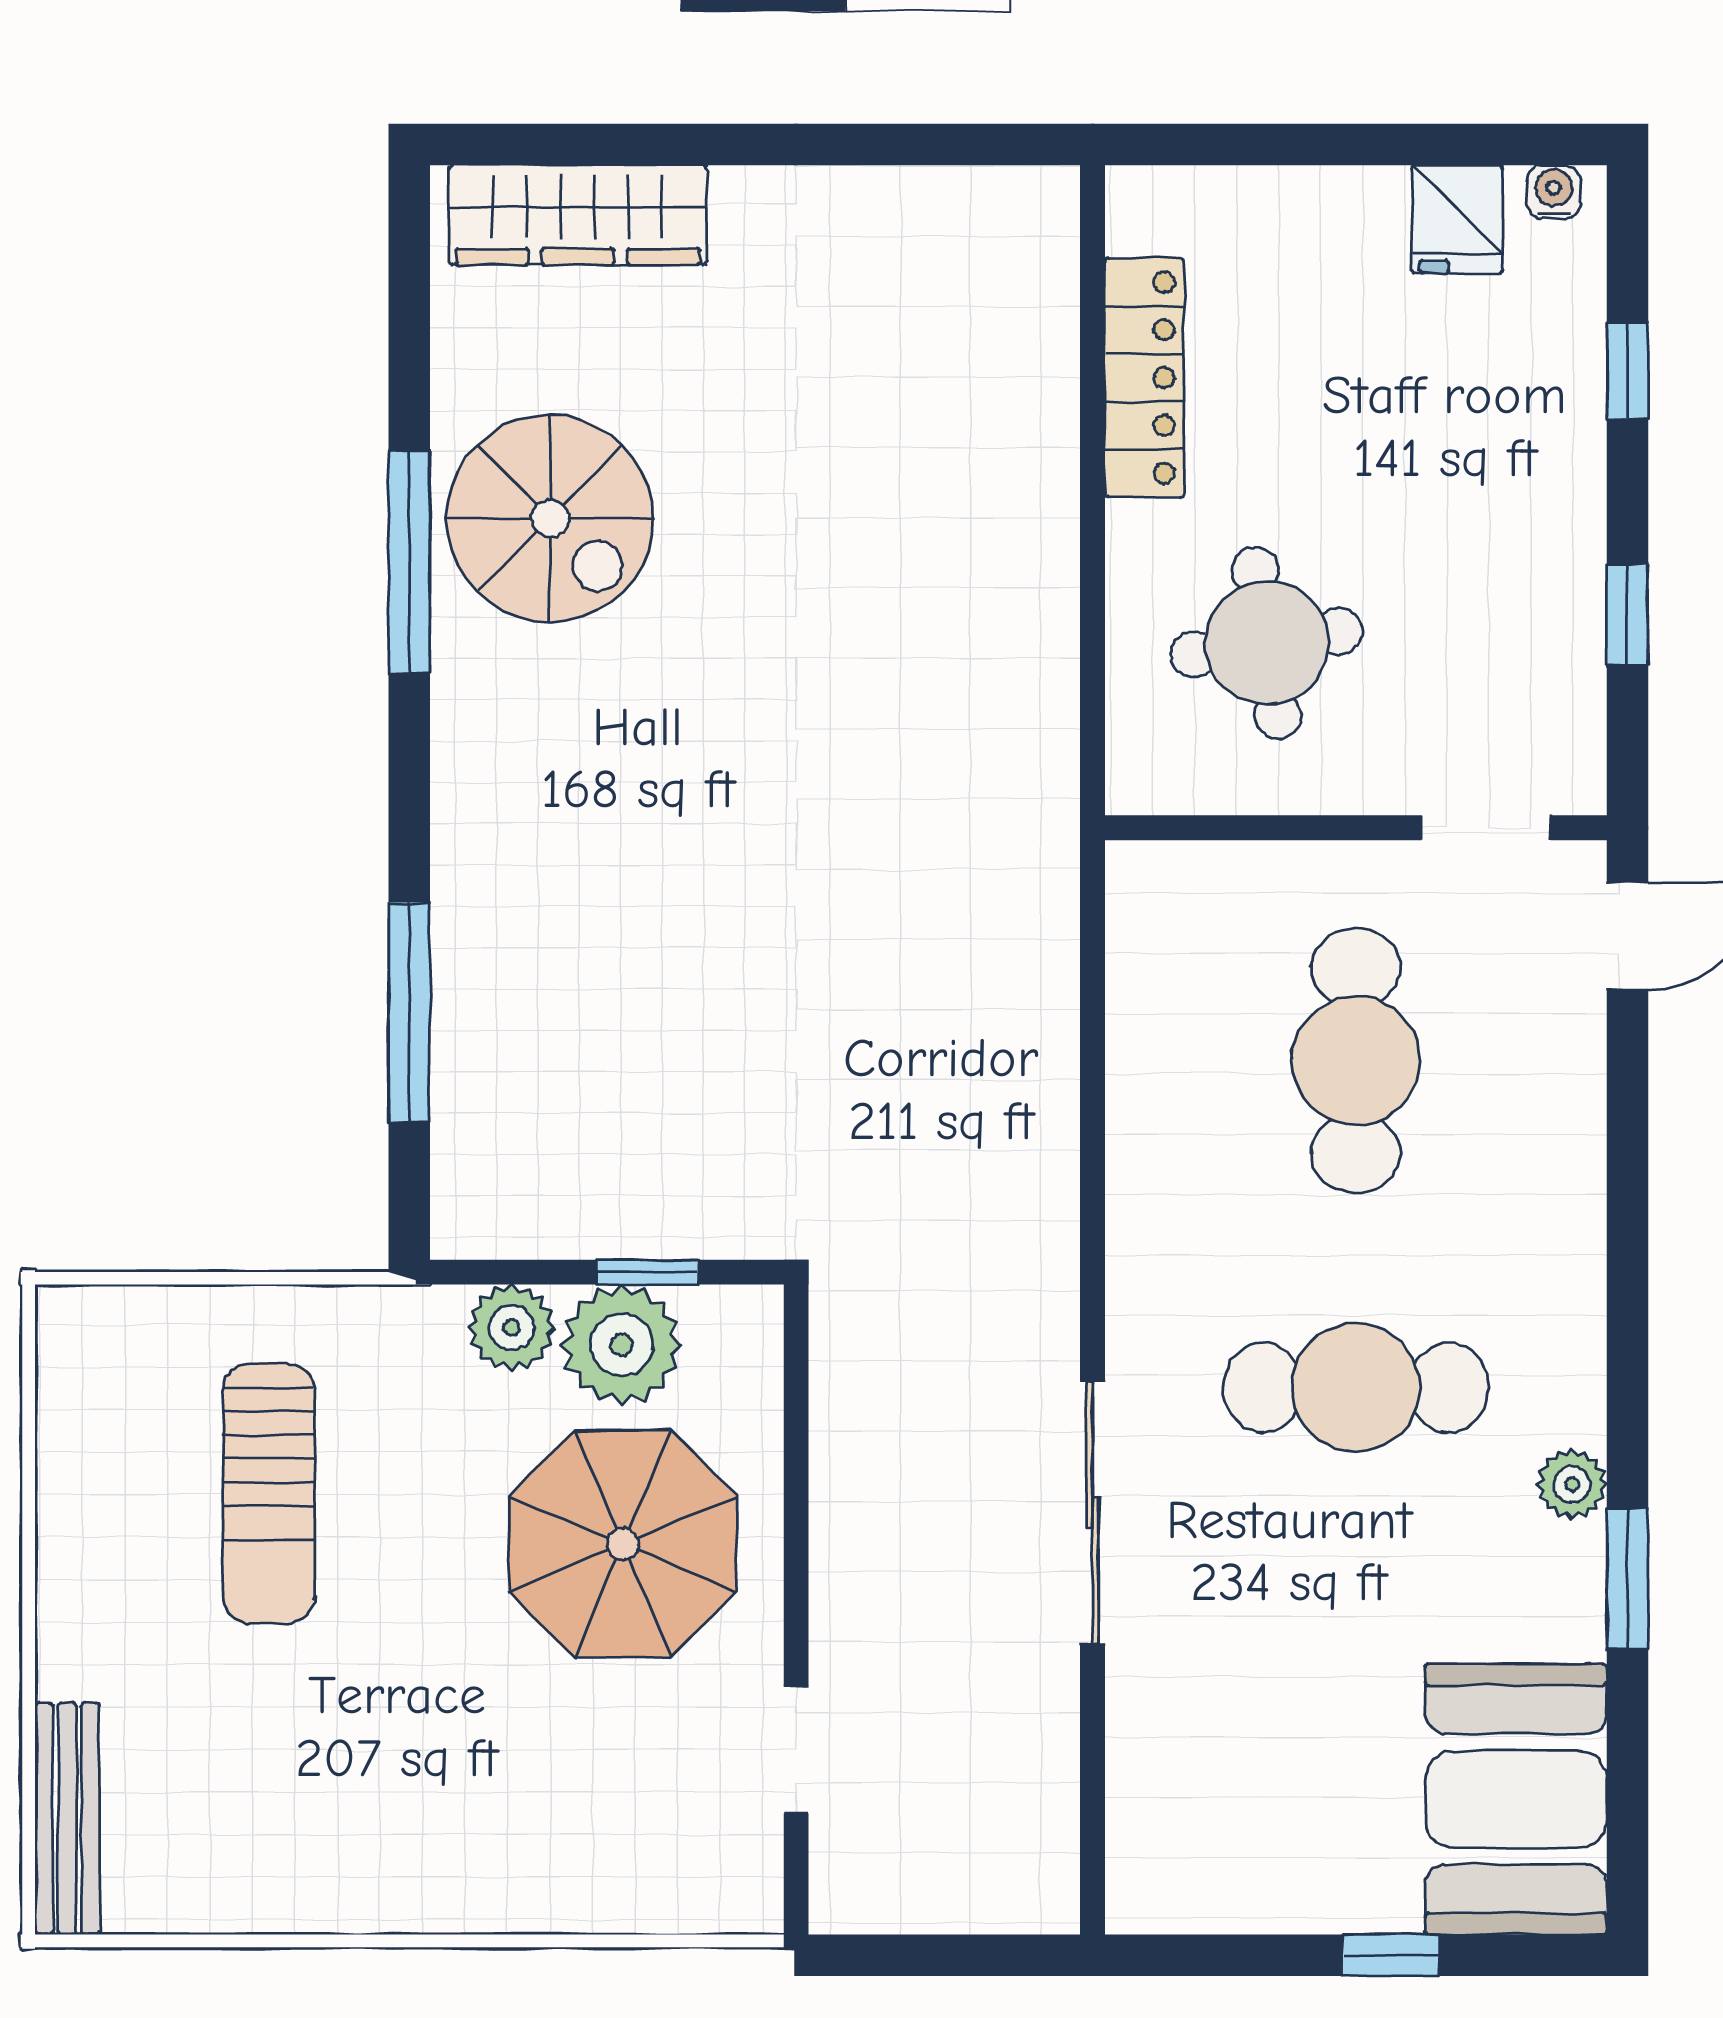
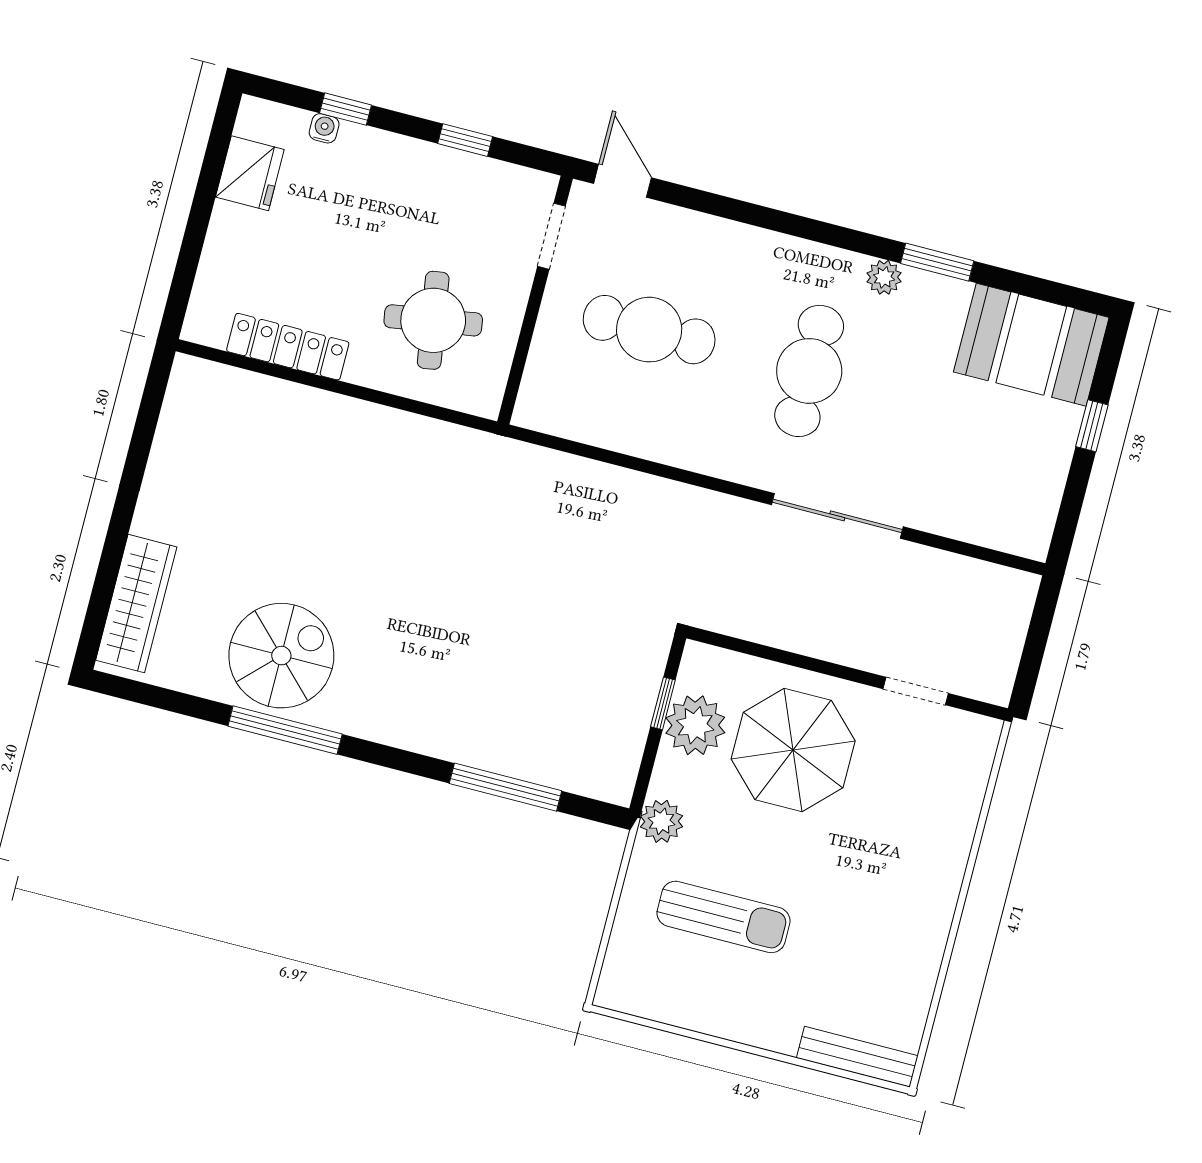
water cooler: (1554, 192) -> (324, 128), moved, turned 90
fridge: (1457, 219) -> (250, 173), width x1.38
plant: (511, 1328) -> (662, 821), moved

